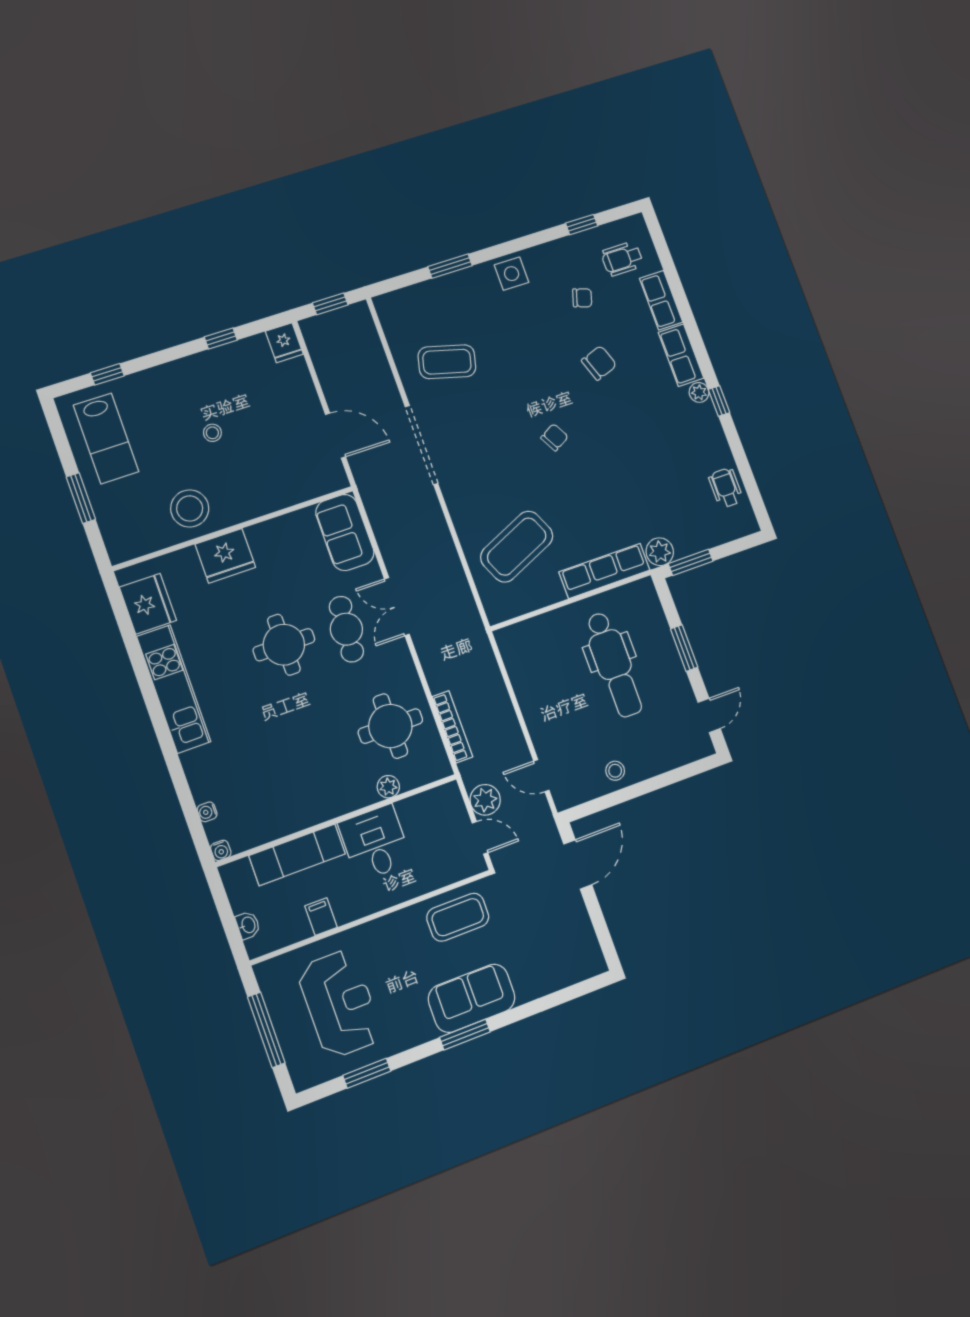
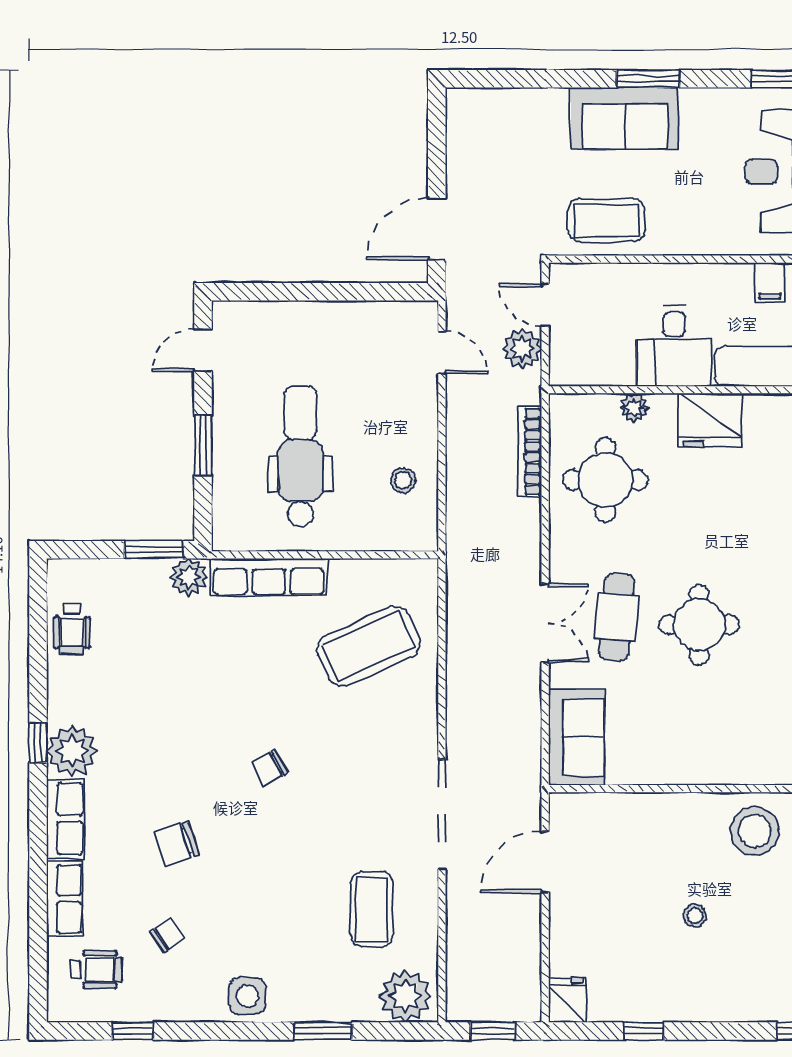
chair: (582, 298) -> (167, 935), turned 128
plant: (401, 309) -> (406, 996), added
coffee table: (447, 362) -> (372, 909), turned 75
plant: (699, 392) -> (72, 751), width x1.87, depth x1.87
door: (335, 436) -> (545, 862), hinge flipped
fridge: (225, 556) -> (710, 420), moved, turned 180
stool: (615, 771) -> (403, 480), moved

